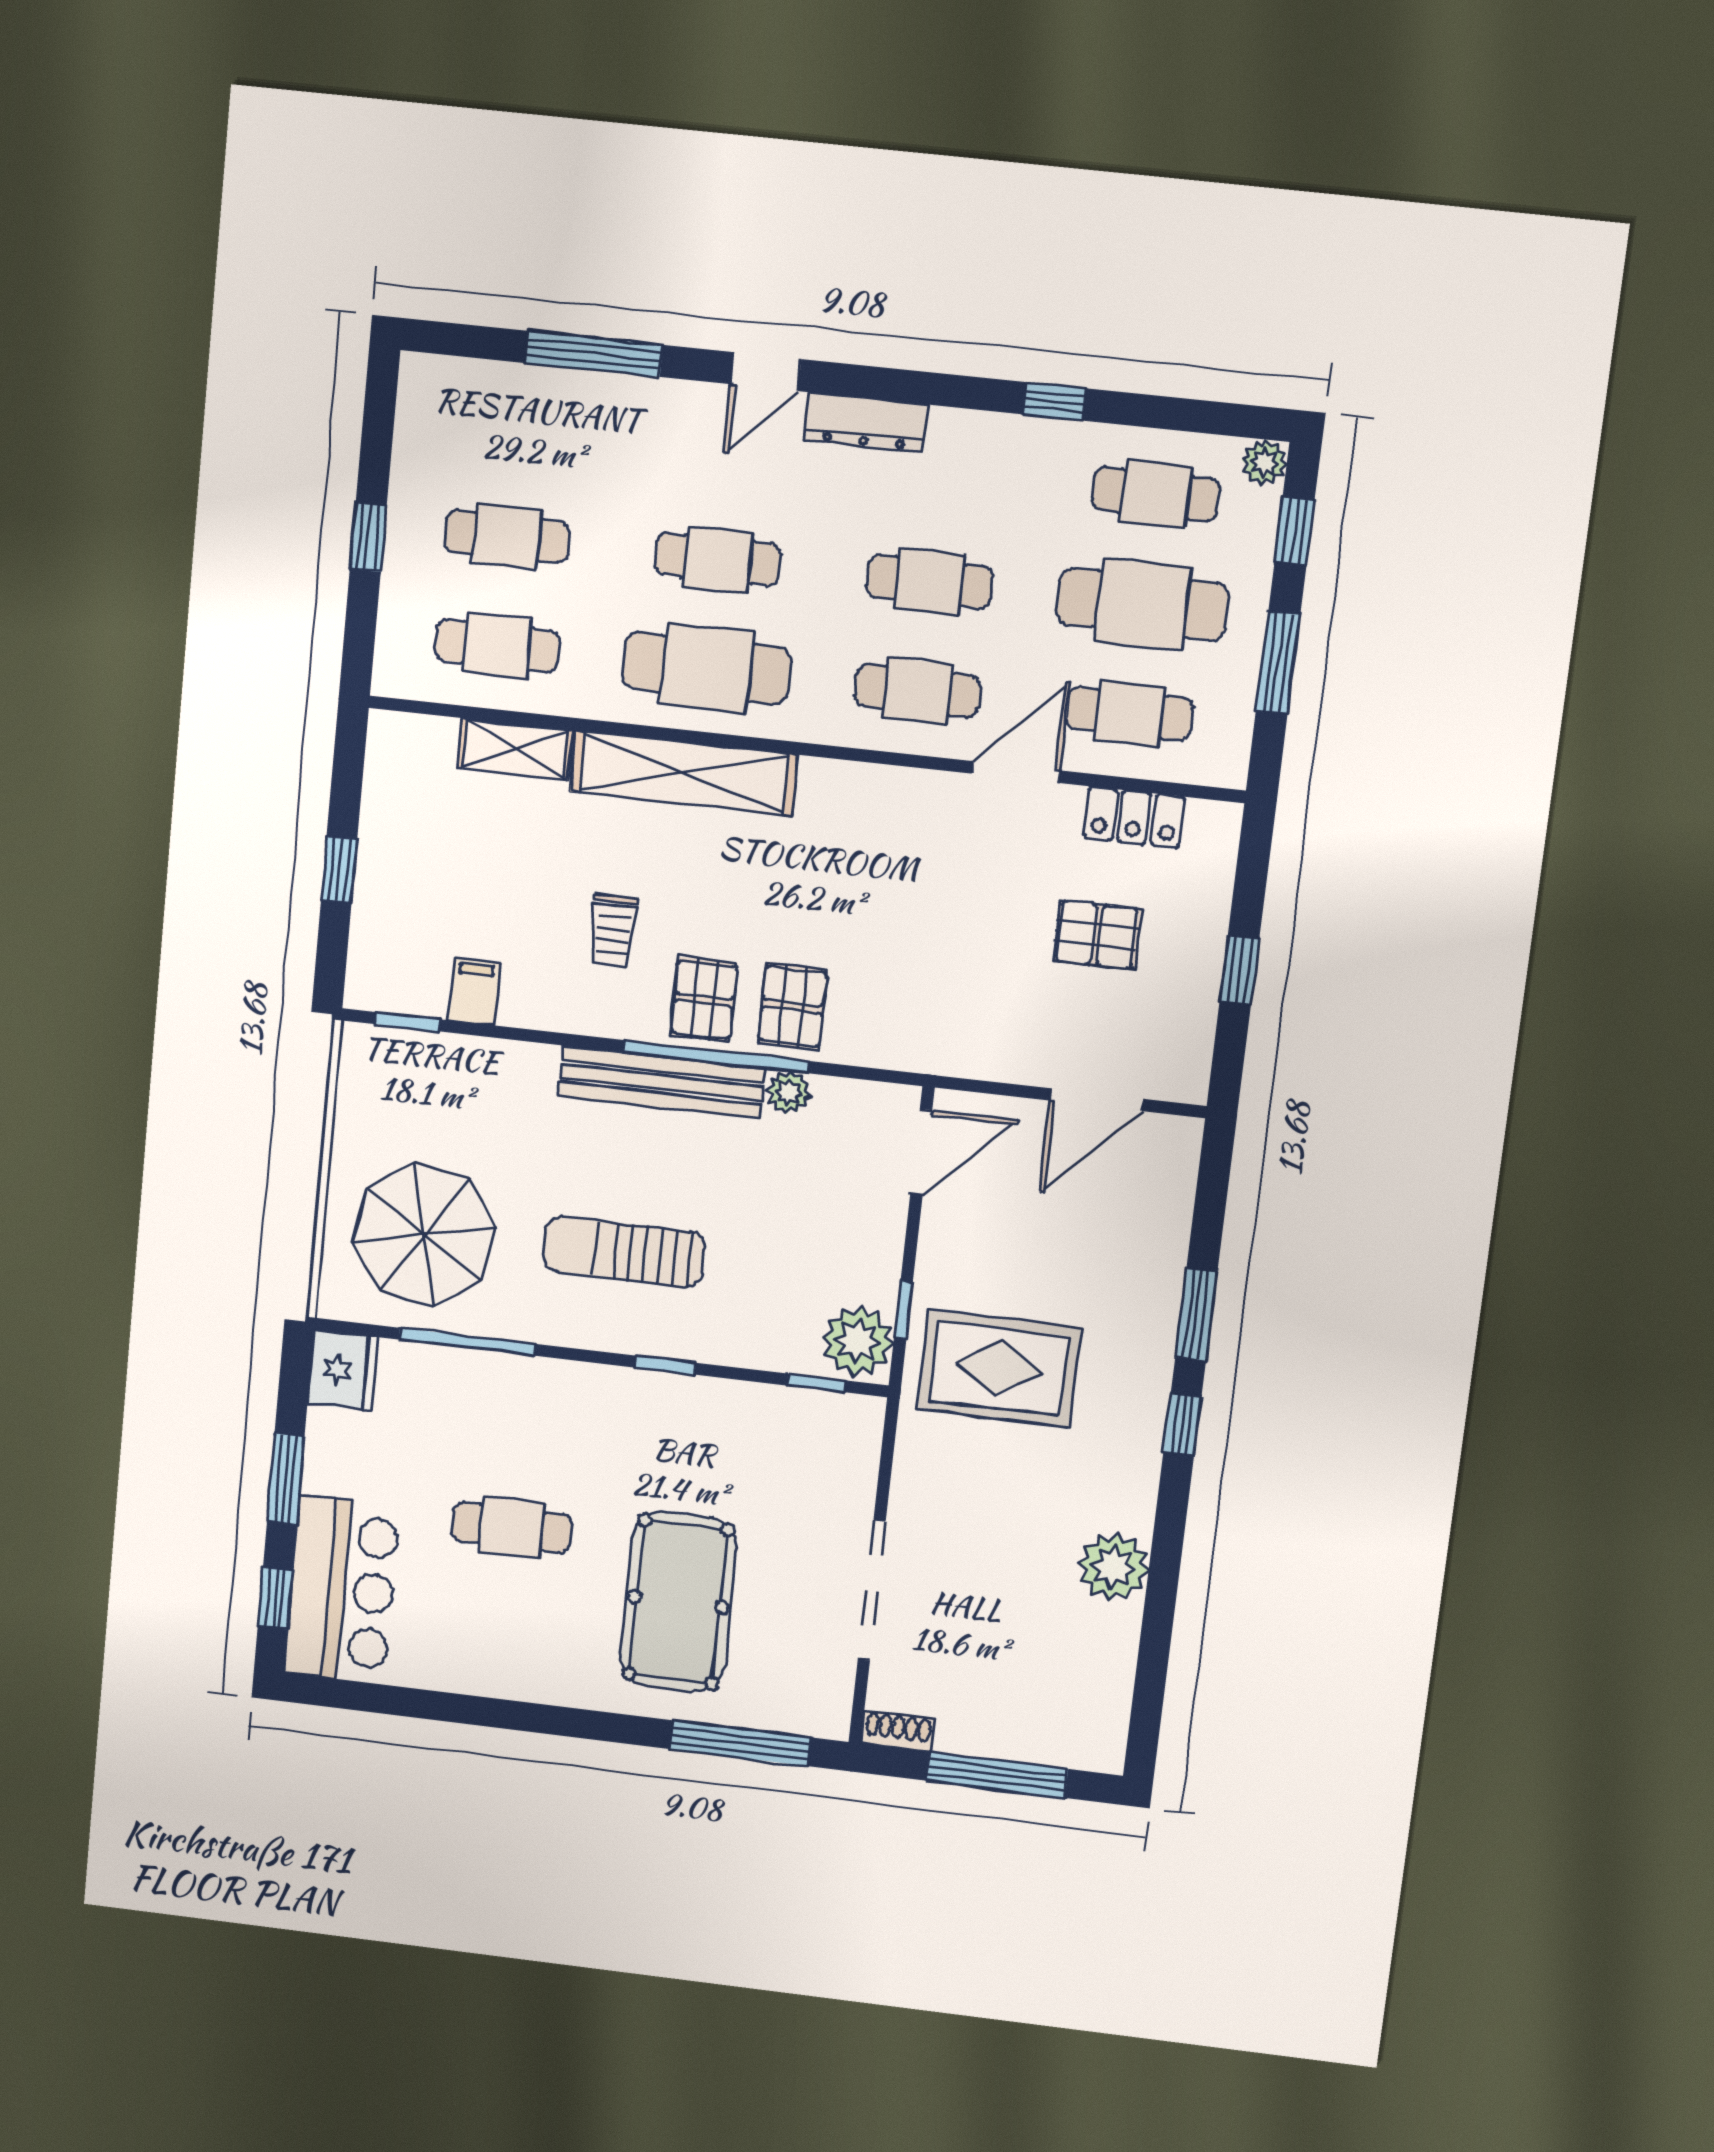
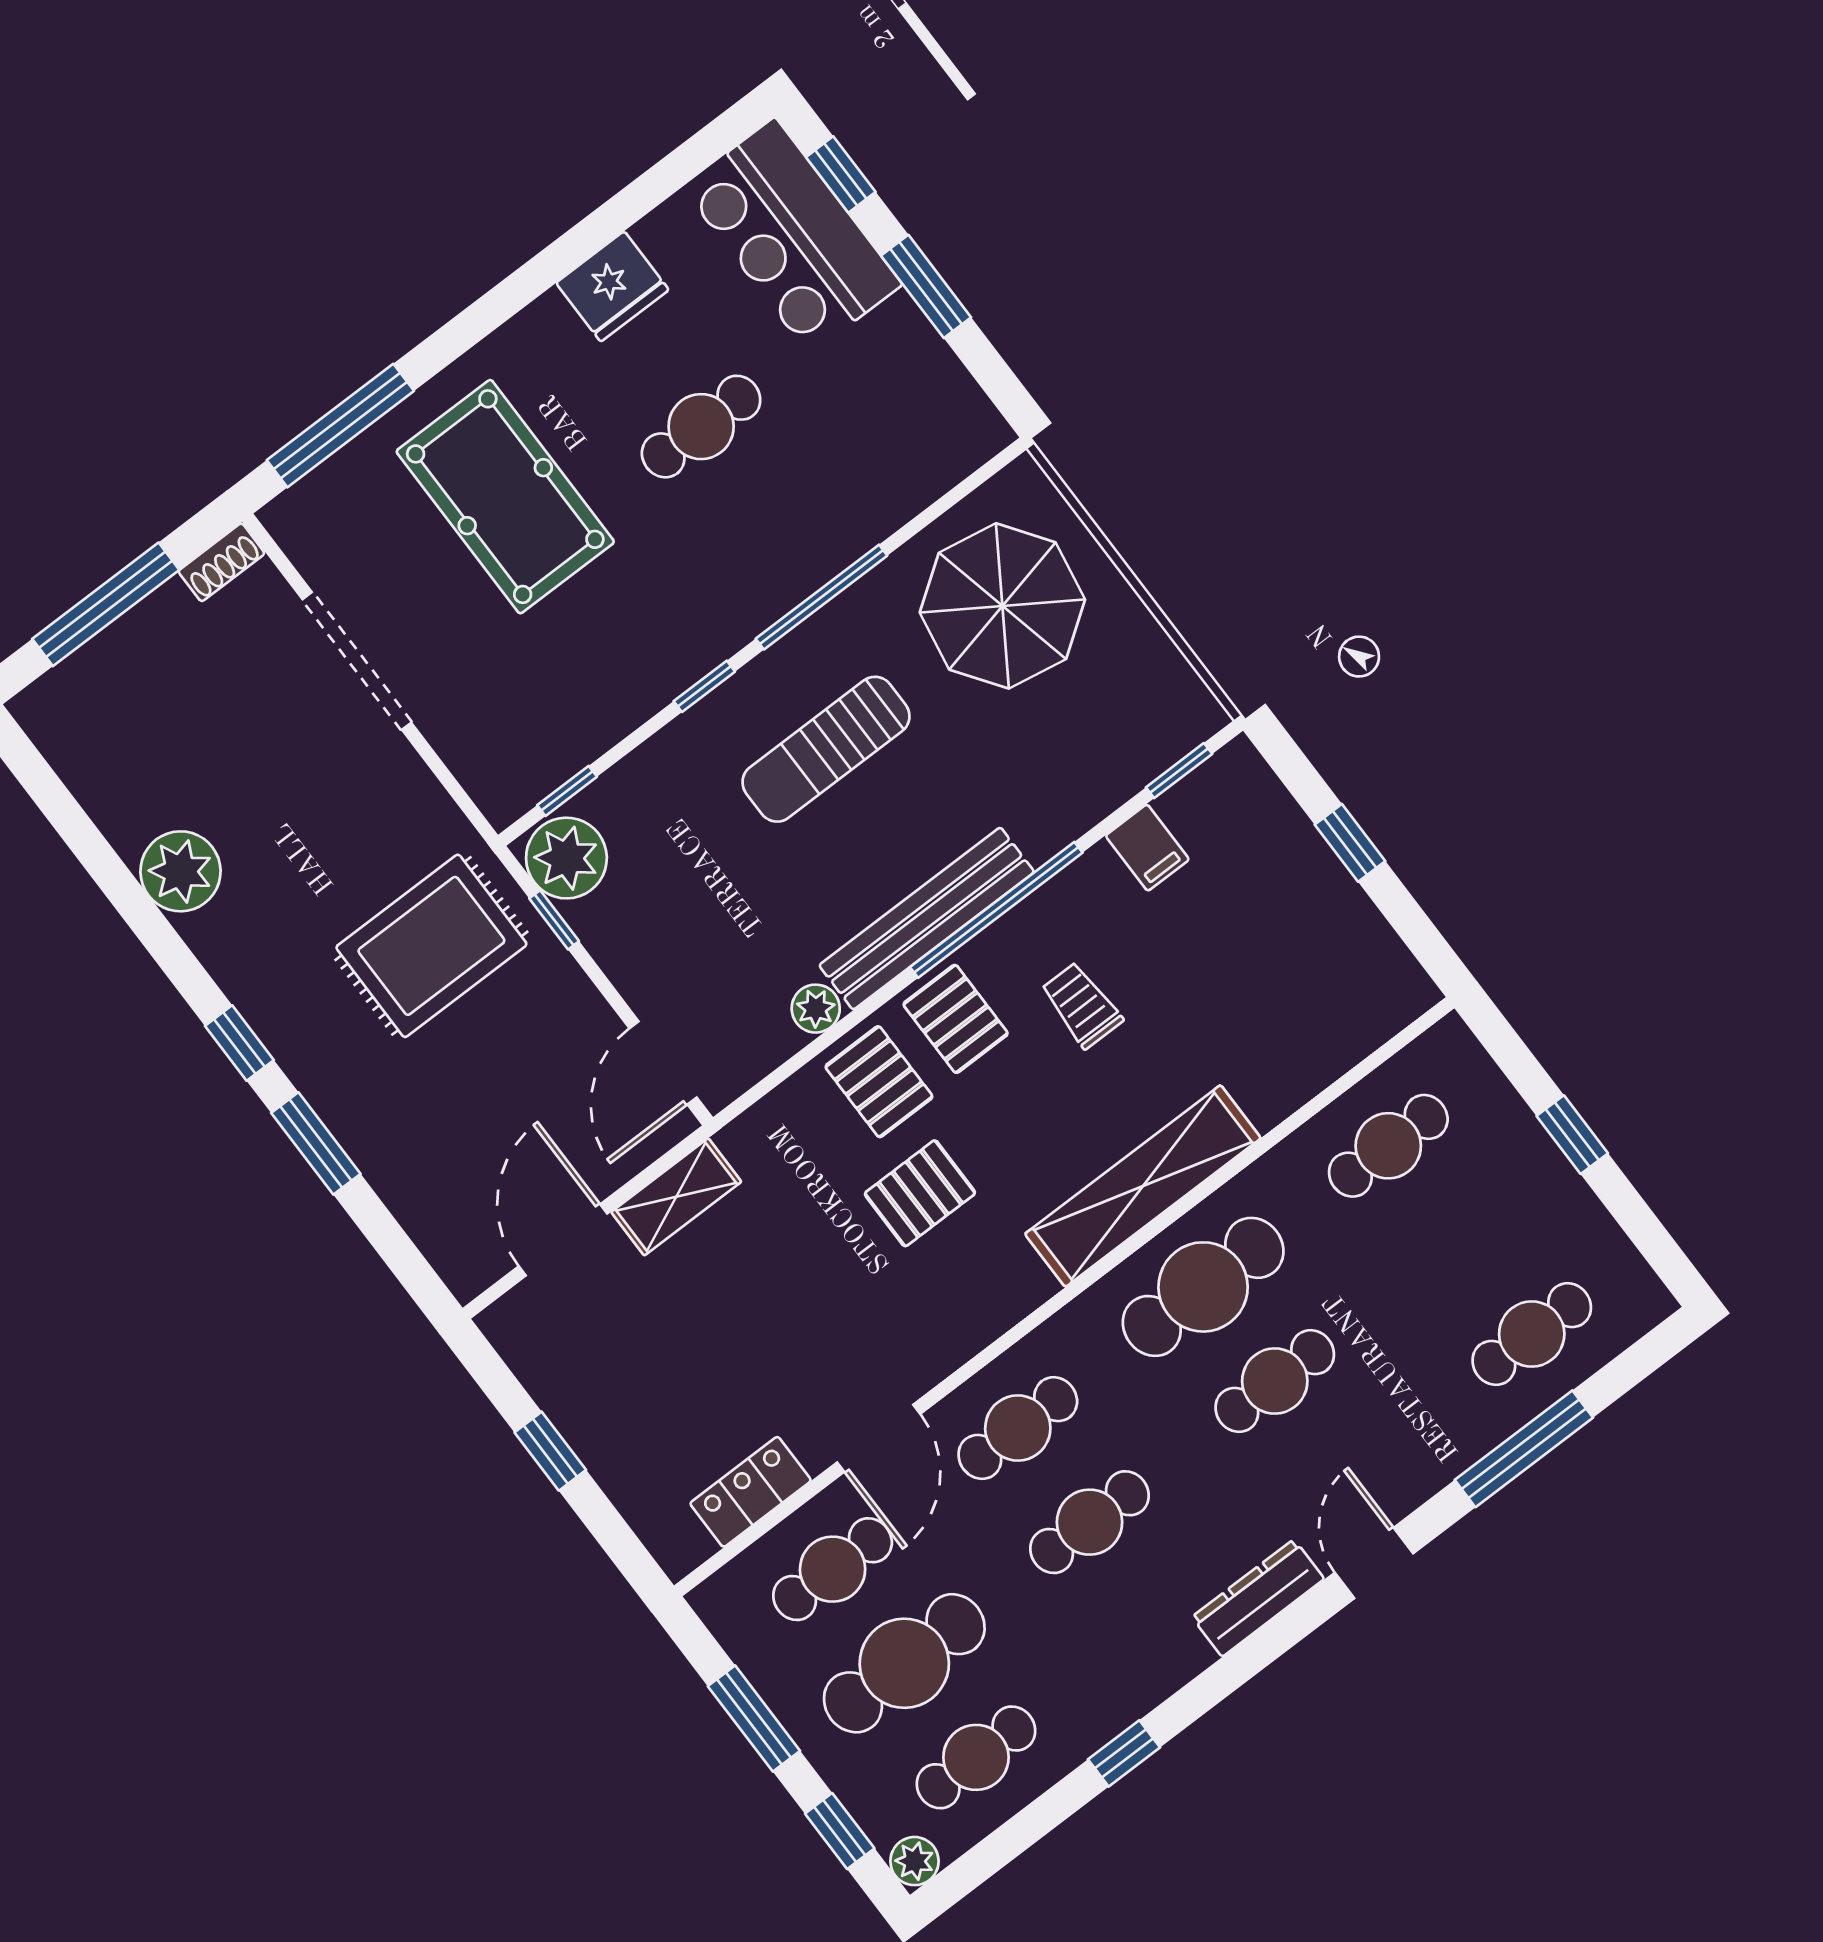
cafe table: (507, 537) -> (1532, 1334), moved
shelving: (515, 749) -> (676, 1197), moved
pallet: (1097, 935) -> (920, 1193), moved
window: (716, 1057) -> (996, 910), moved
sun lounger: (624, 1252) -> (826, 749), turned 180
window: (467, 1342) -> (821, 597), moved
fridge: (343, 1370) -> (612, 286), moved, turned -90

